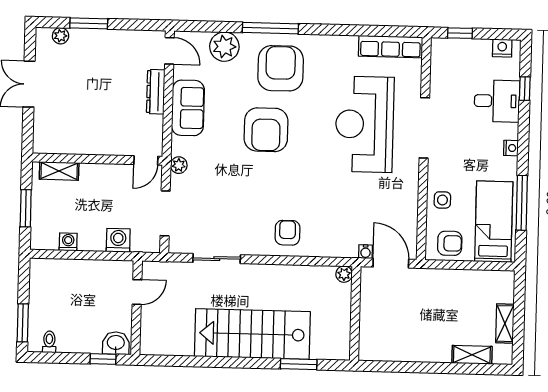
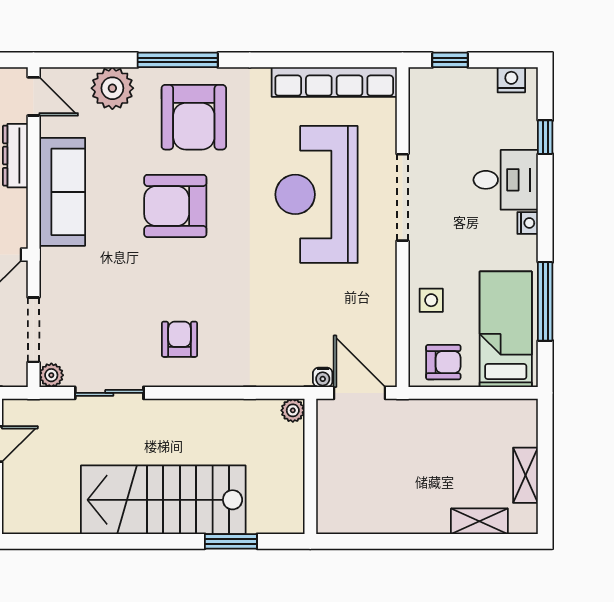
row of seats: (391, 47) -> (334, 82), width x1.36
armchair: (281, 68) -> (194, 117), turned 180
desk: (497, 101) -> (506, 180), moved
sofa: (188, 108) -> (62, 192), width x1.36
armchair: (266, 130) -> (175, 206), turned 90
plant: (179, 165) -> (51, 375), moved
armchair: (287, 233) -> (180, 339), moved

